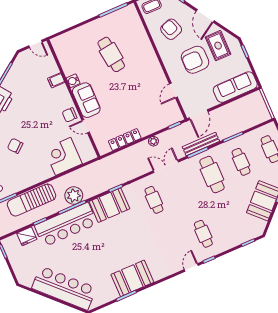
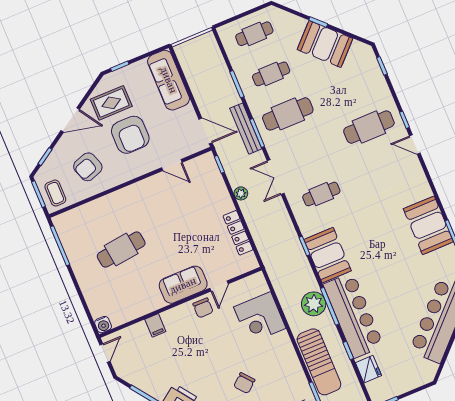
water cooler: (73, 81) -> (103, 325), moved
cafe table: (203, 234) -> (369, 127), width x1.37, depth x1.35

